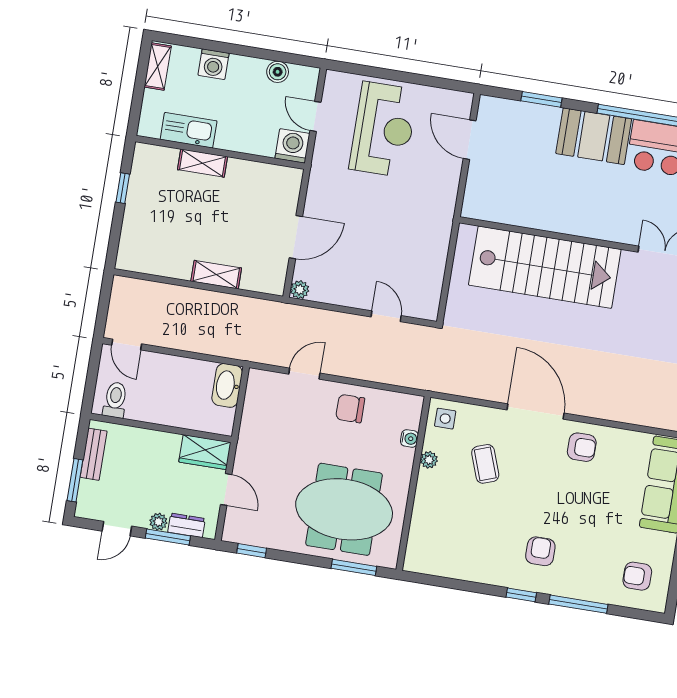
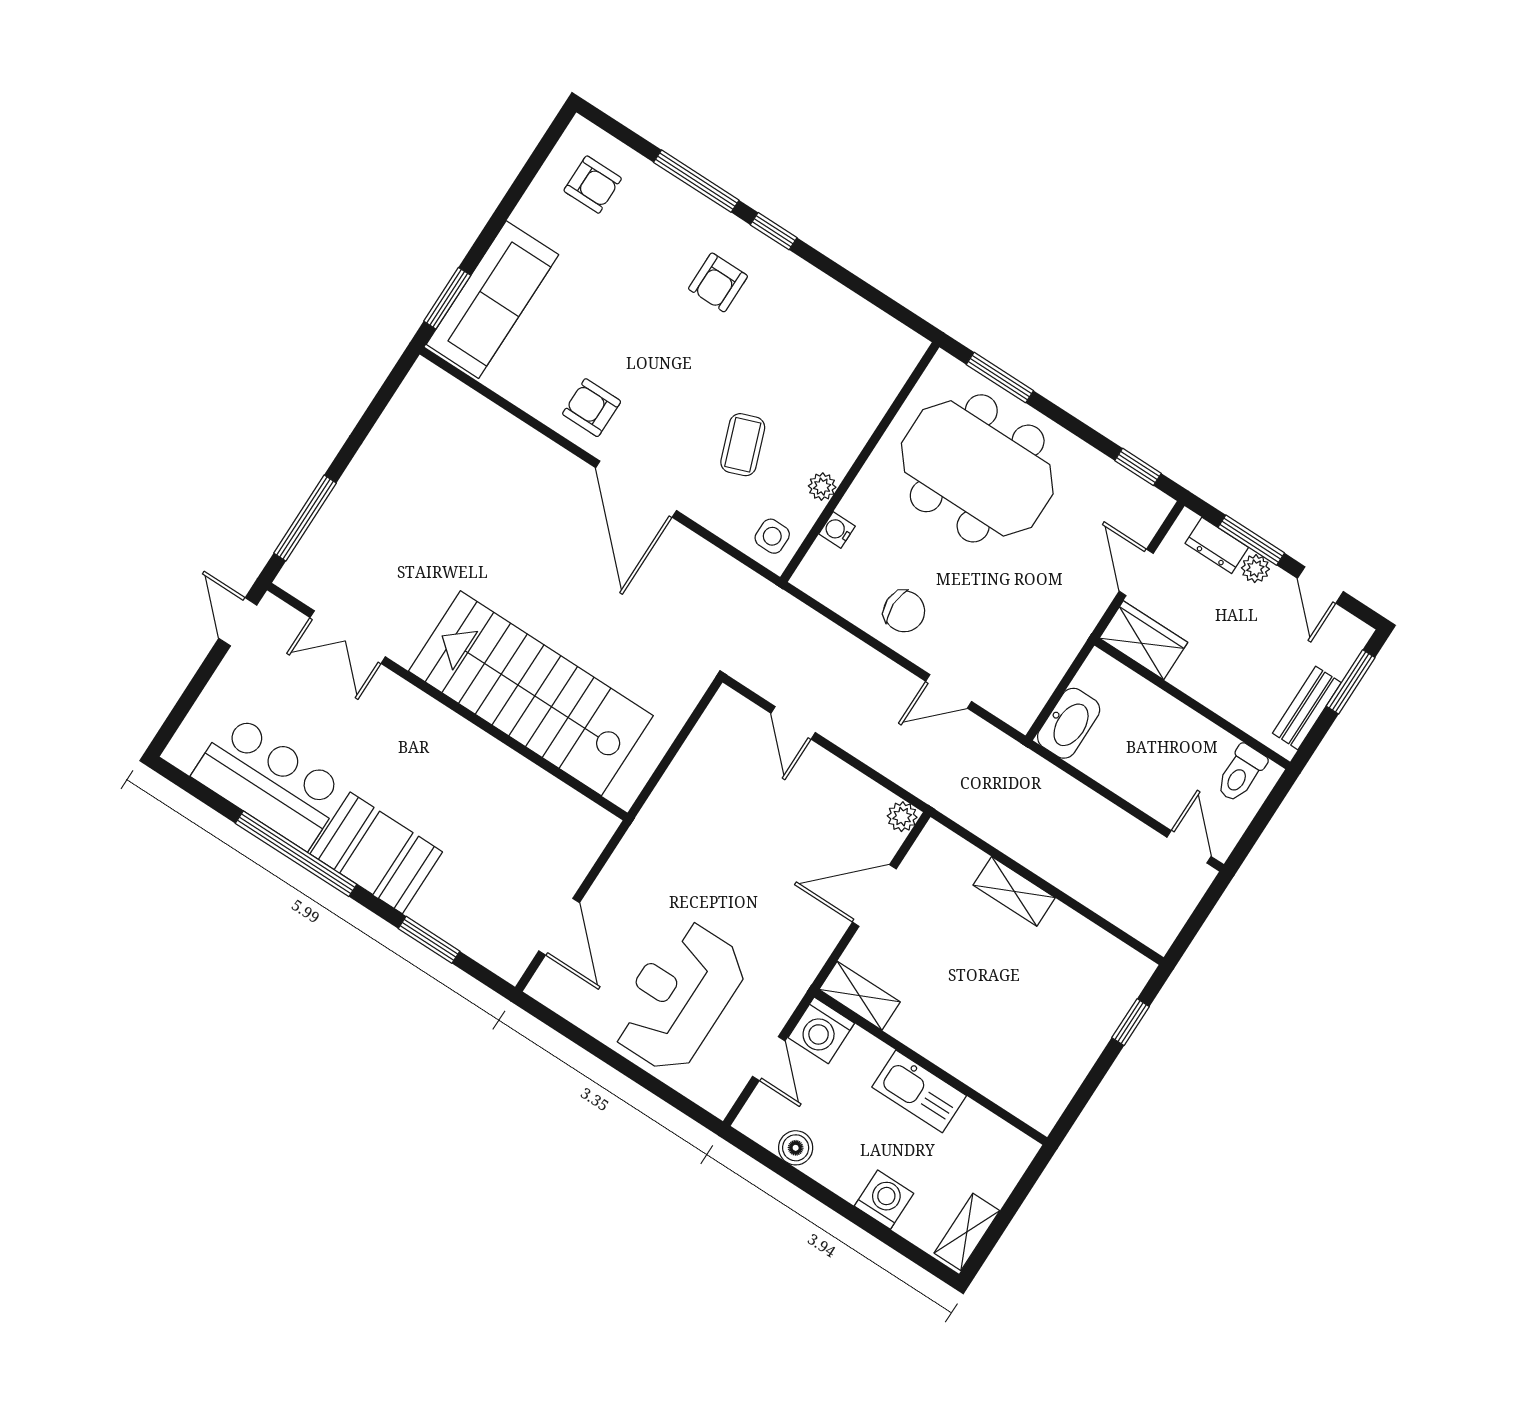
kitchen sink: (189, 130) -> (919, 1091), moved
shelving: (203, 163) -> (860, 996), moved
window: (123, 188) -> (1131, 1022), moved
door: (117, 529) -> (1320, 585), swing flipped

